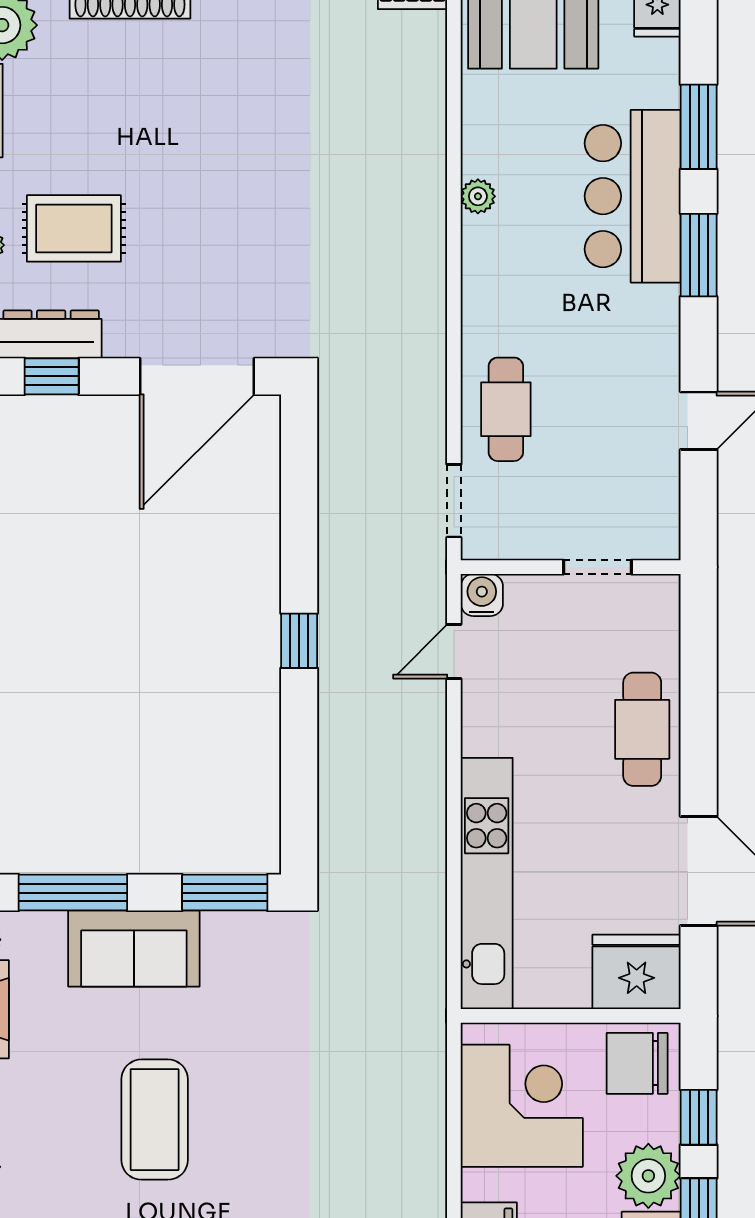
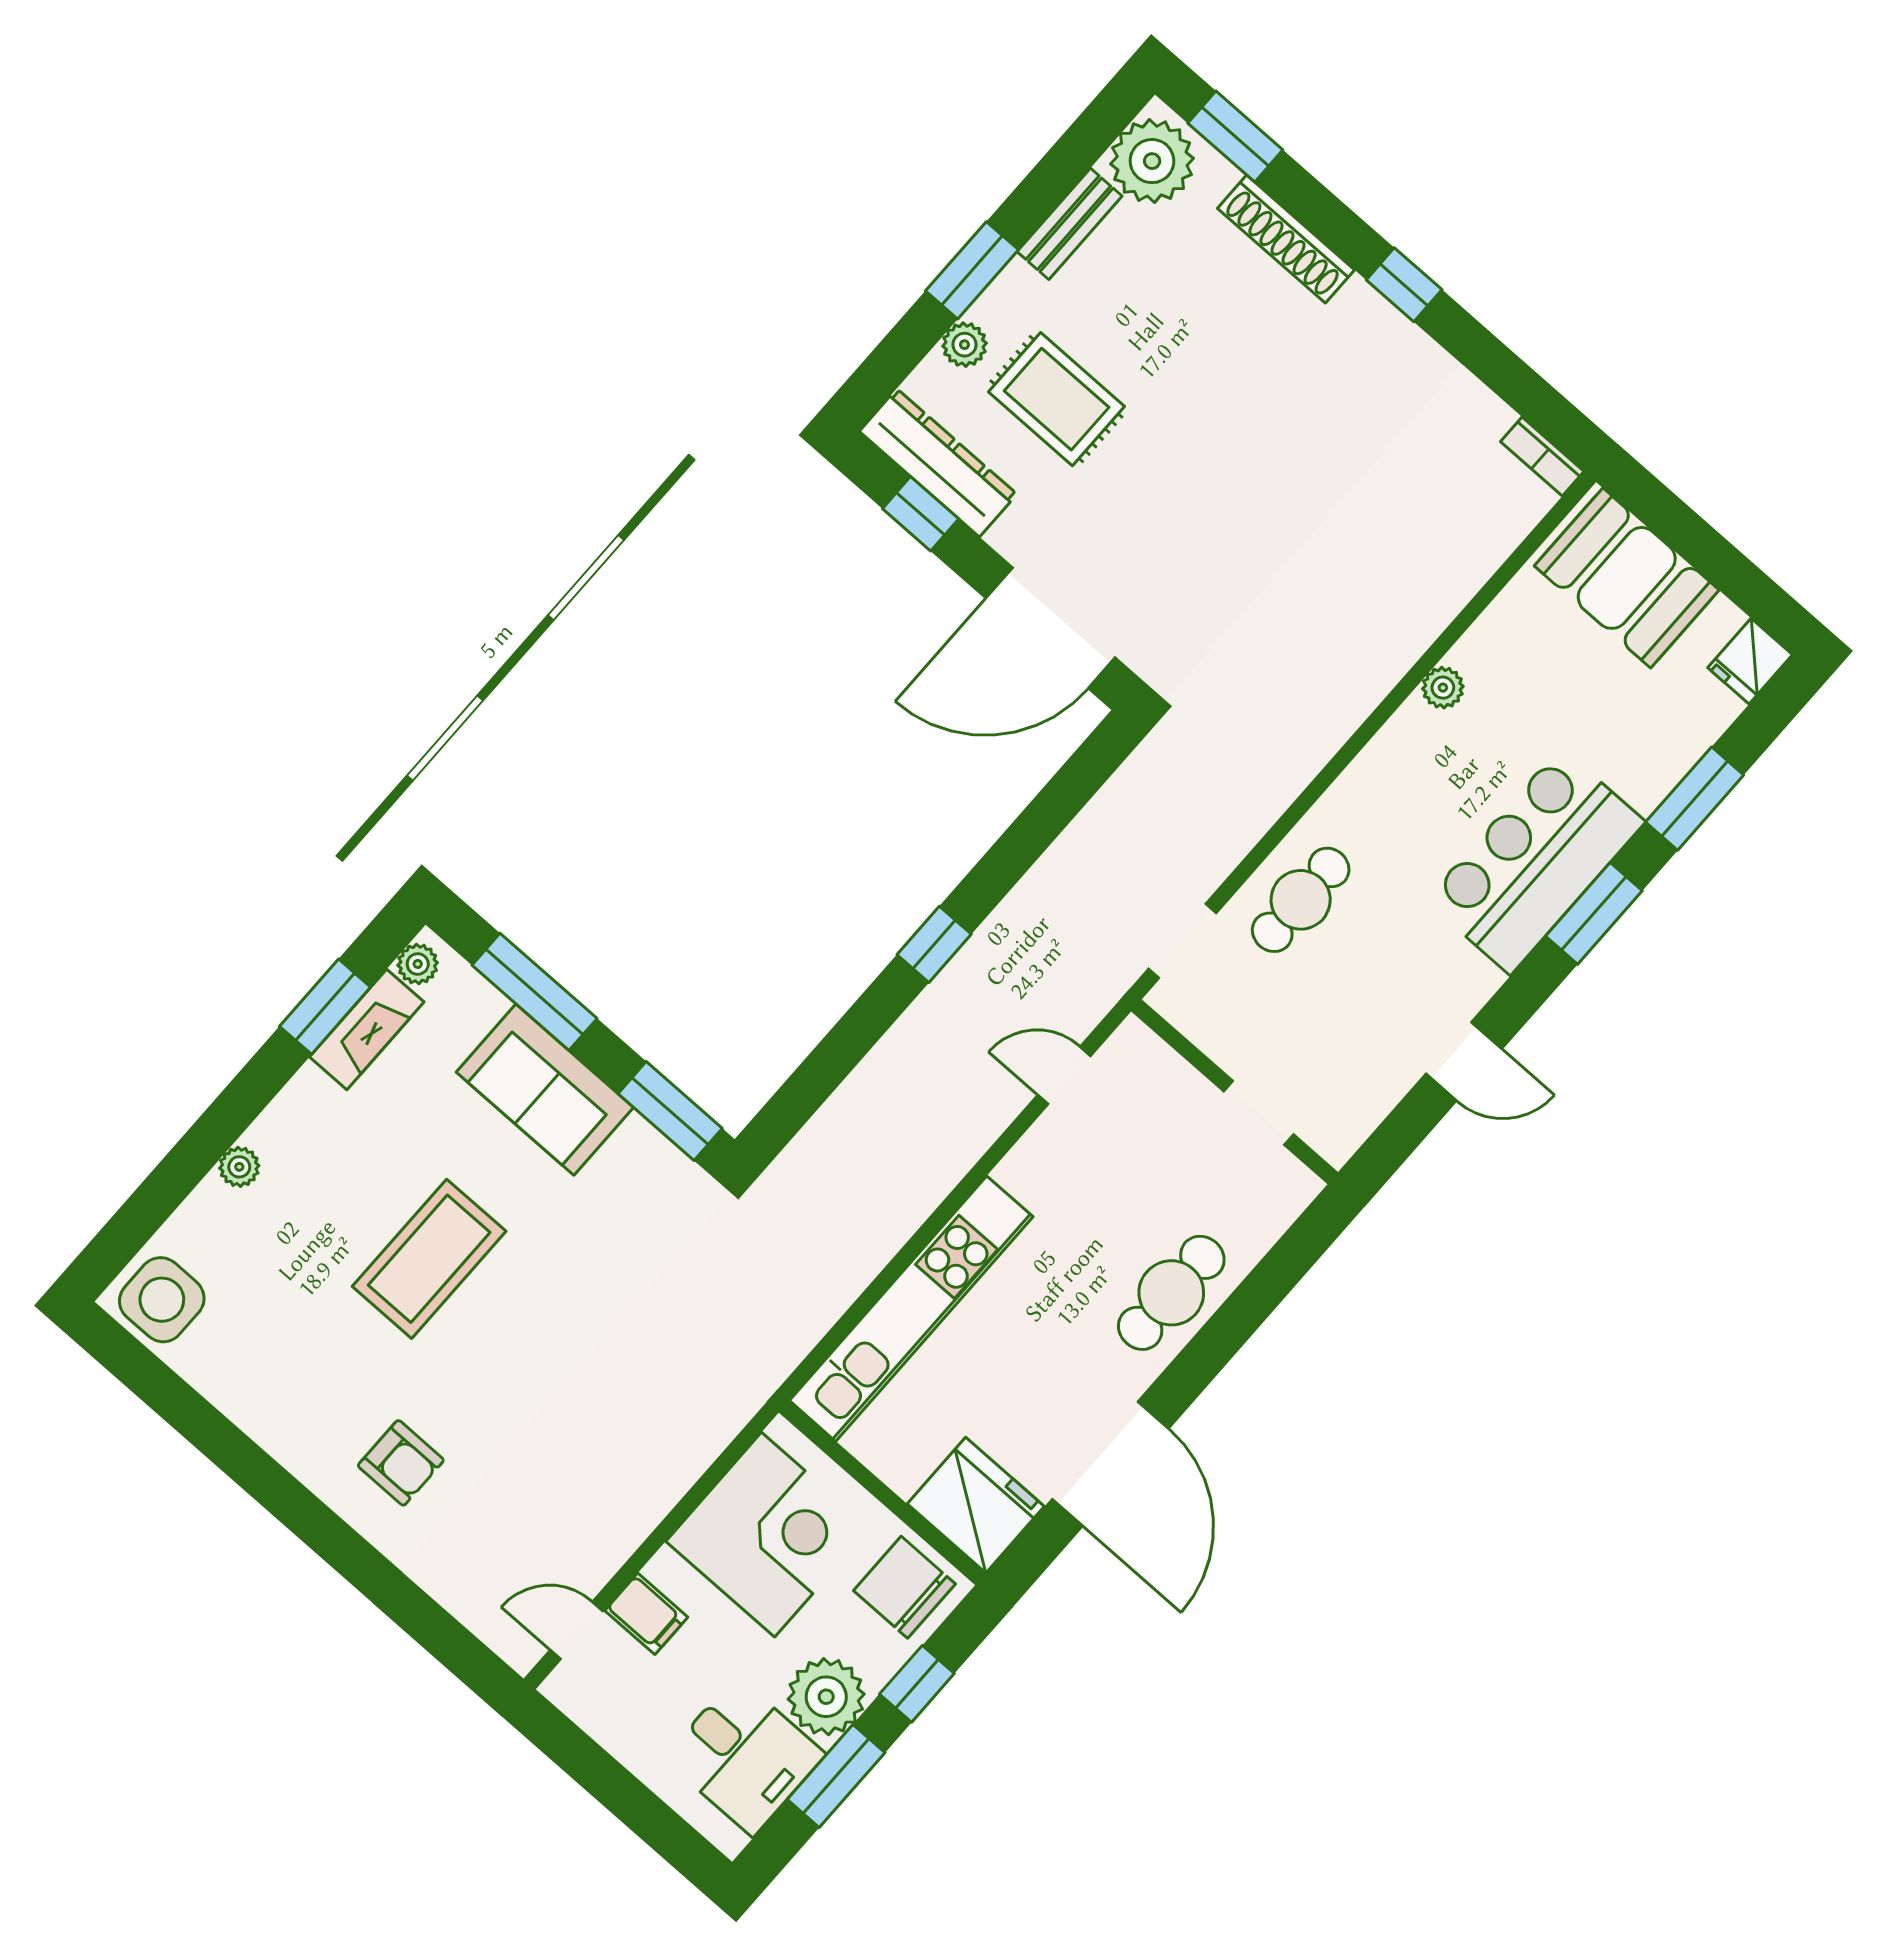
bar counter: (633, 196) -> (1535, 861), moved
water cooler: (482, 595) -> (1133, 1047), removed

